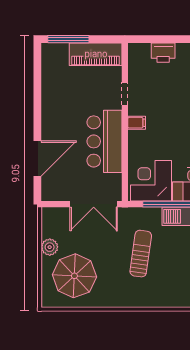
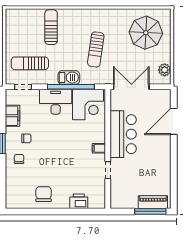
piano: (96, 54) -> (153, 202), moved, width x0.73, depth x0.75
plant: (50, 247) -> (165, 70), moved

